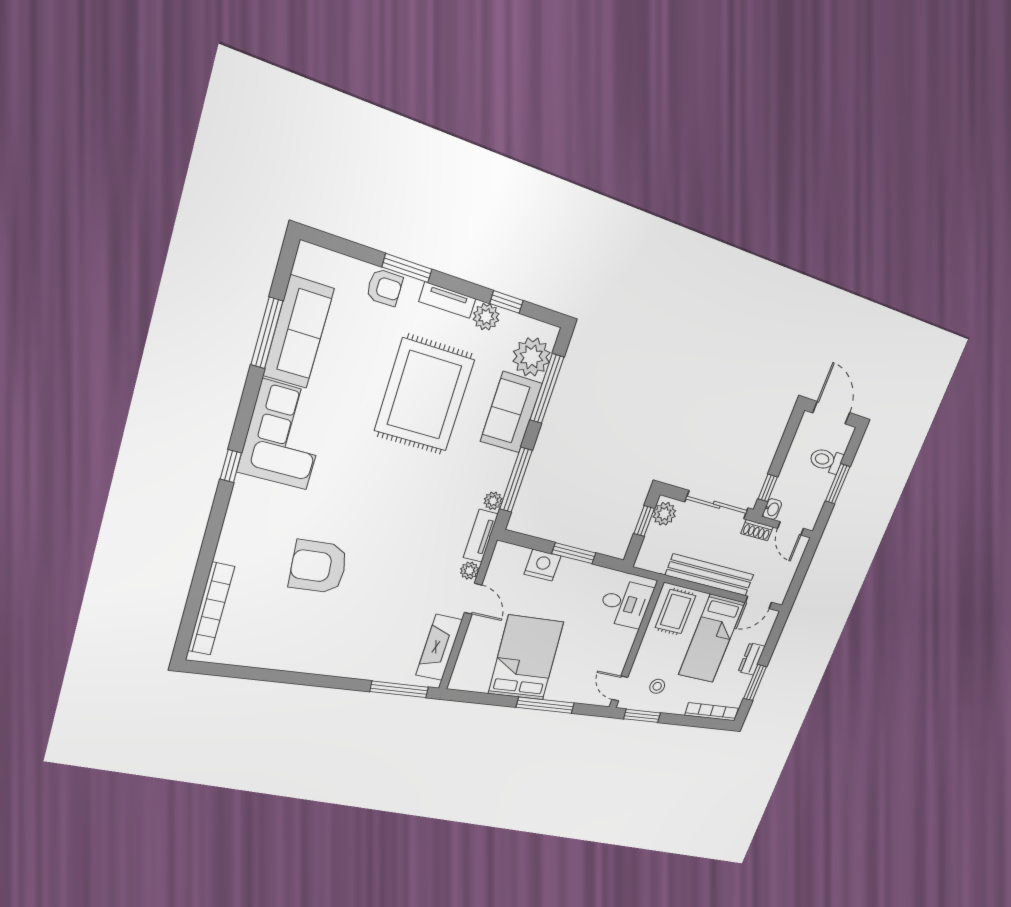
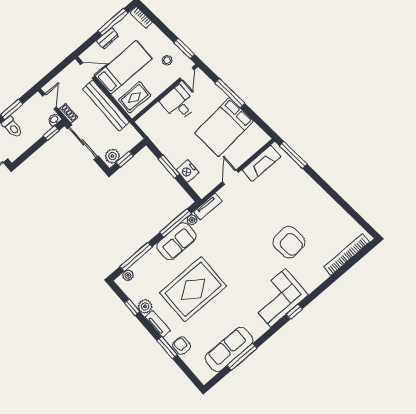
plant: (531, 357) -> (128, 275), width x0.53, depth x0.53
sofa: (511, 412) -> (176, 241), moved
corner sofa: (284, 435) -> (278, 298), moved
plant: (469, 571) -> (223, 193), removed
desk: (625, 604) -> (178, 103), moved
window: (755, 683) -> (113, 22), width x1.44
bookcase: (712, 712) -> (141, 17), width x0.64

